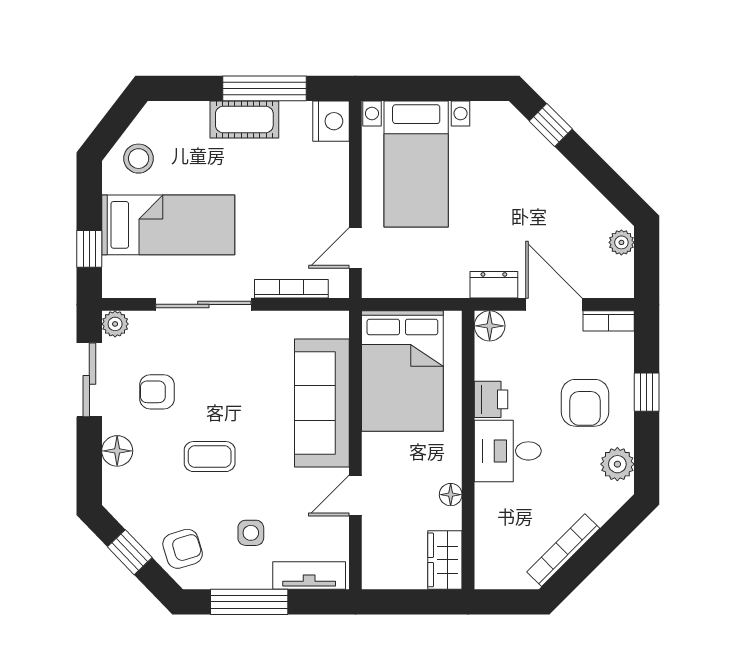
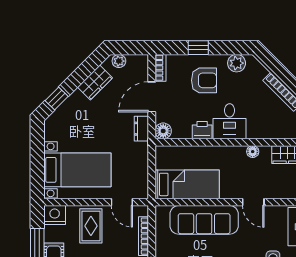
rug: (311, 190) -> (91, 226), added
wardrobe: (581, 197) -> (95, 83), added
bed: (402, 371) -> (187, 184), width x0.67

